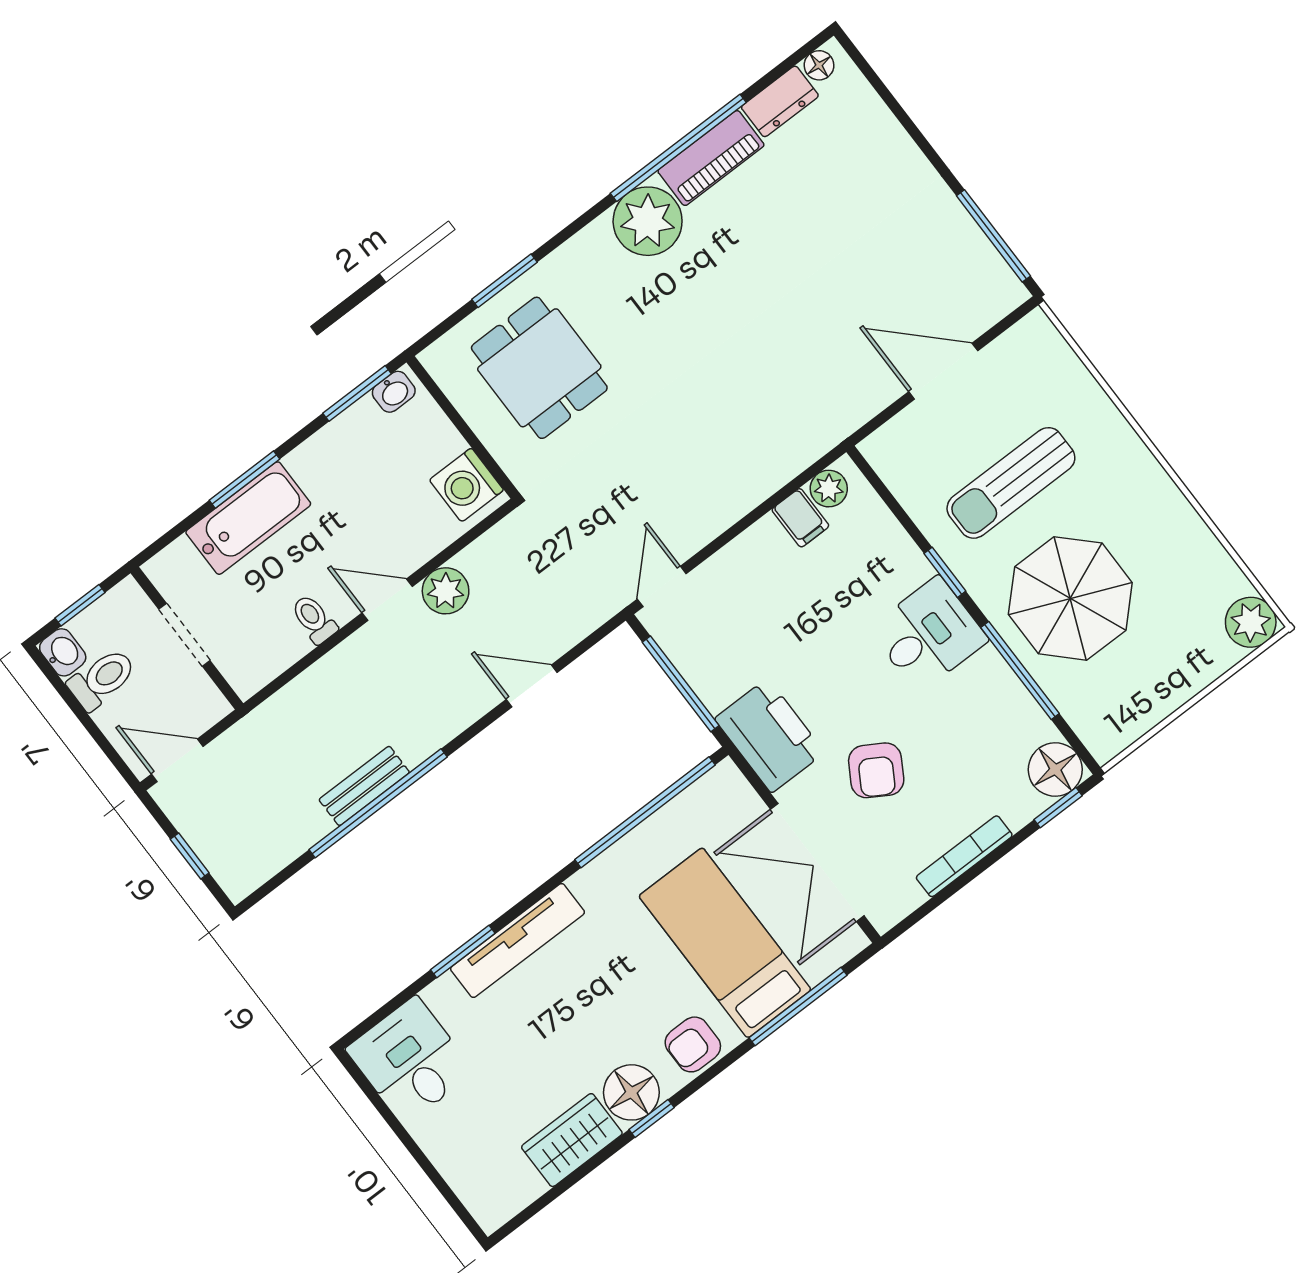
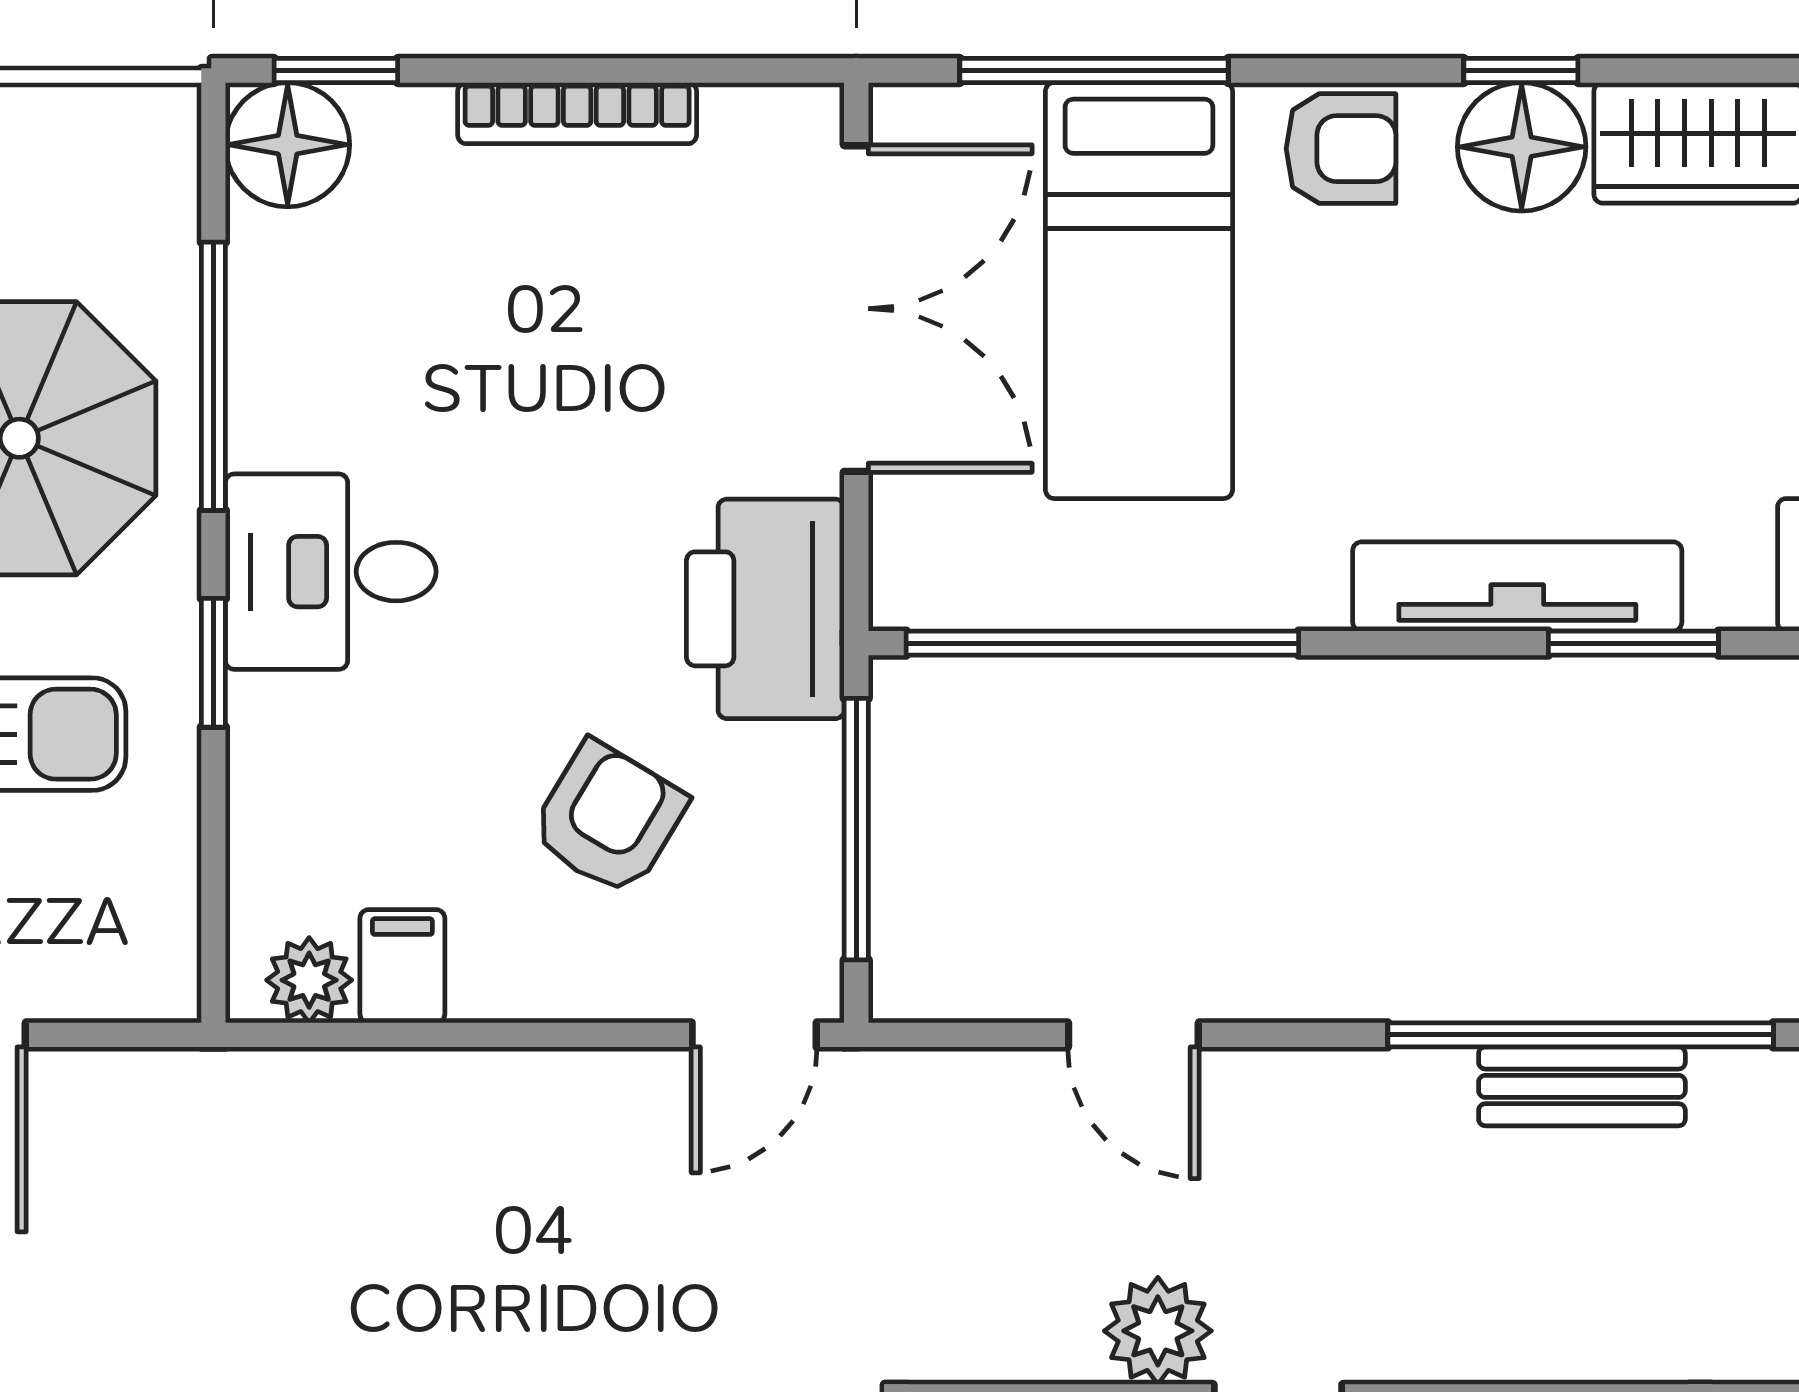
armchair: (876, 770) -> (608, 819), moved

